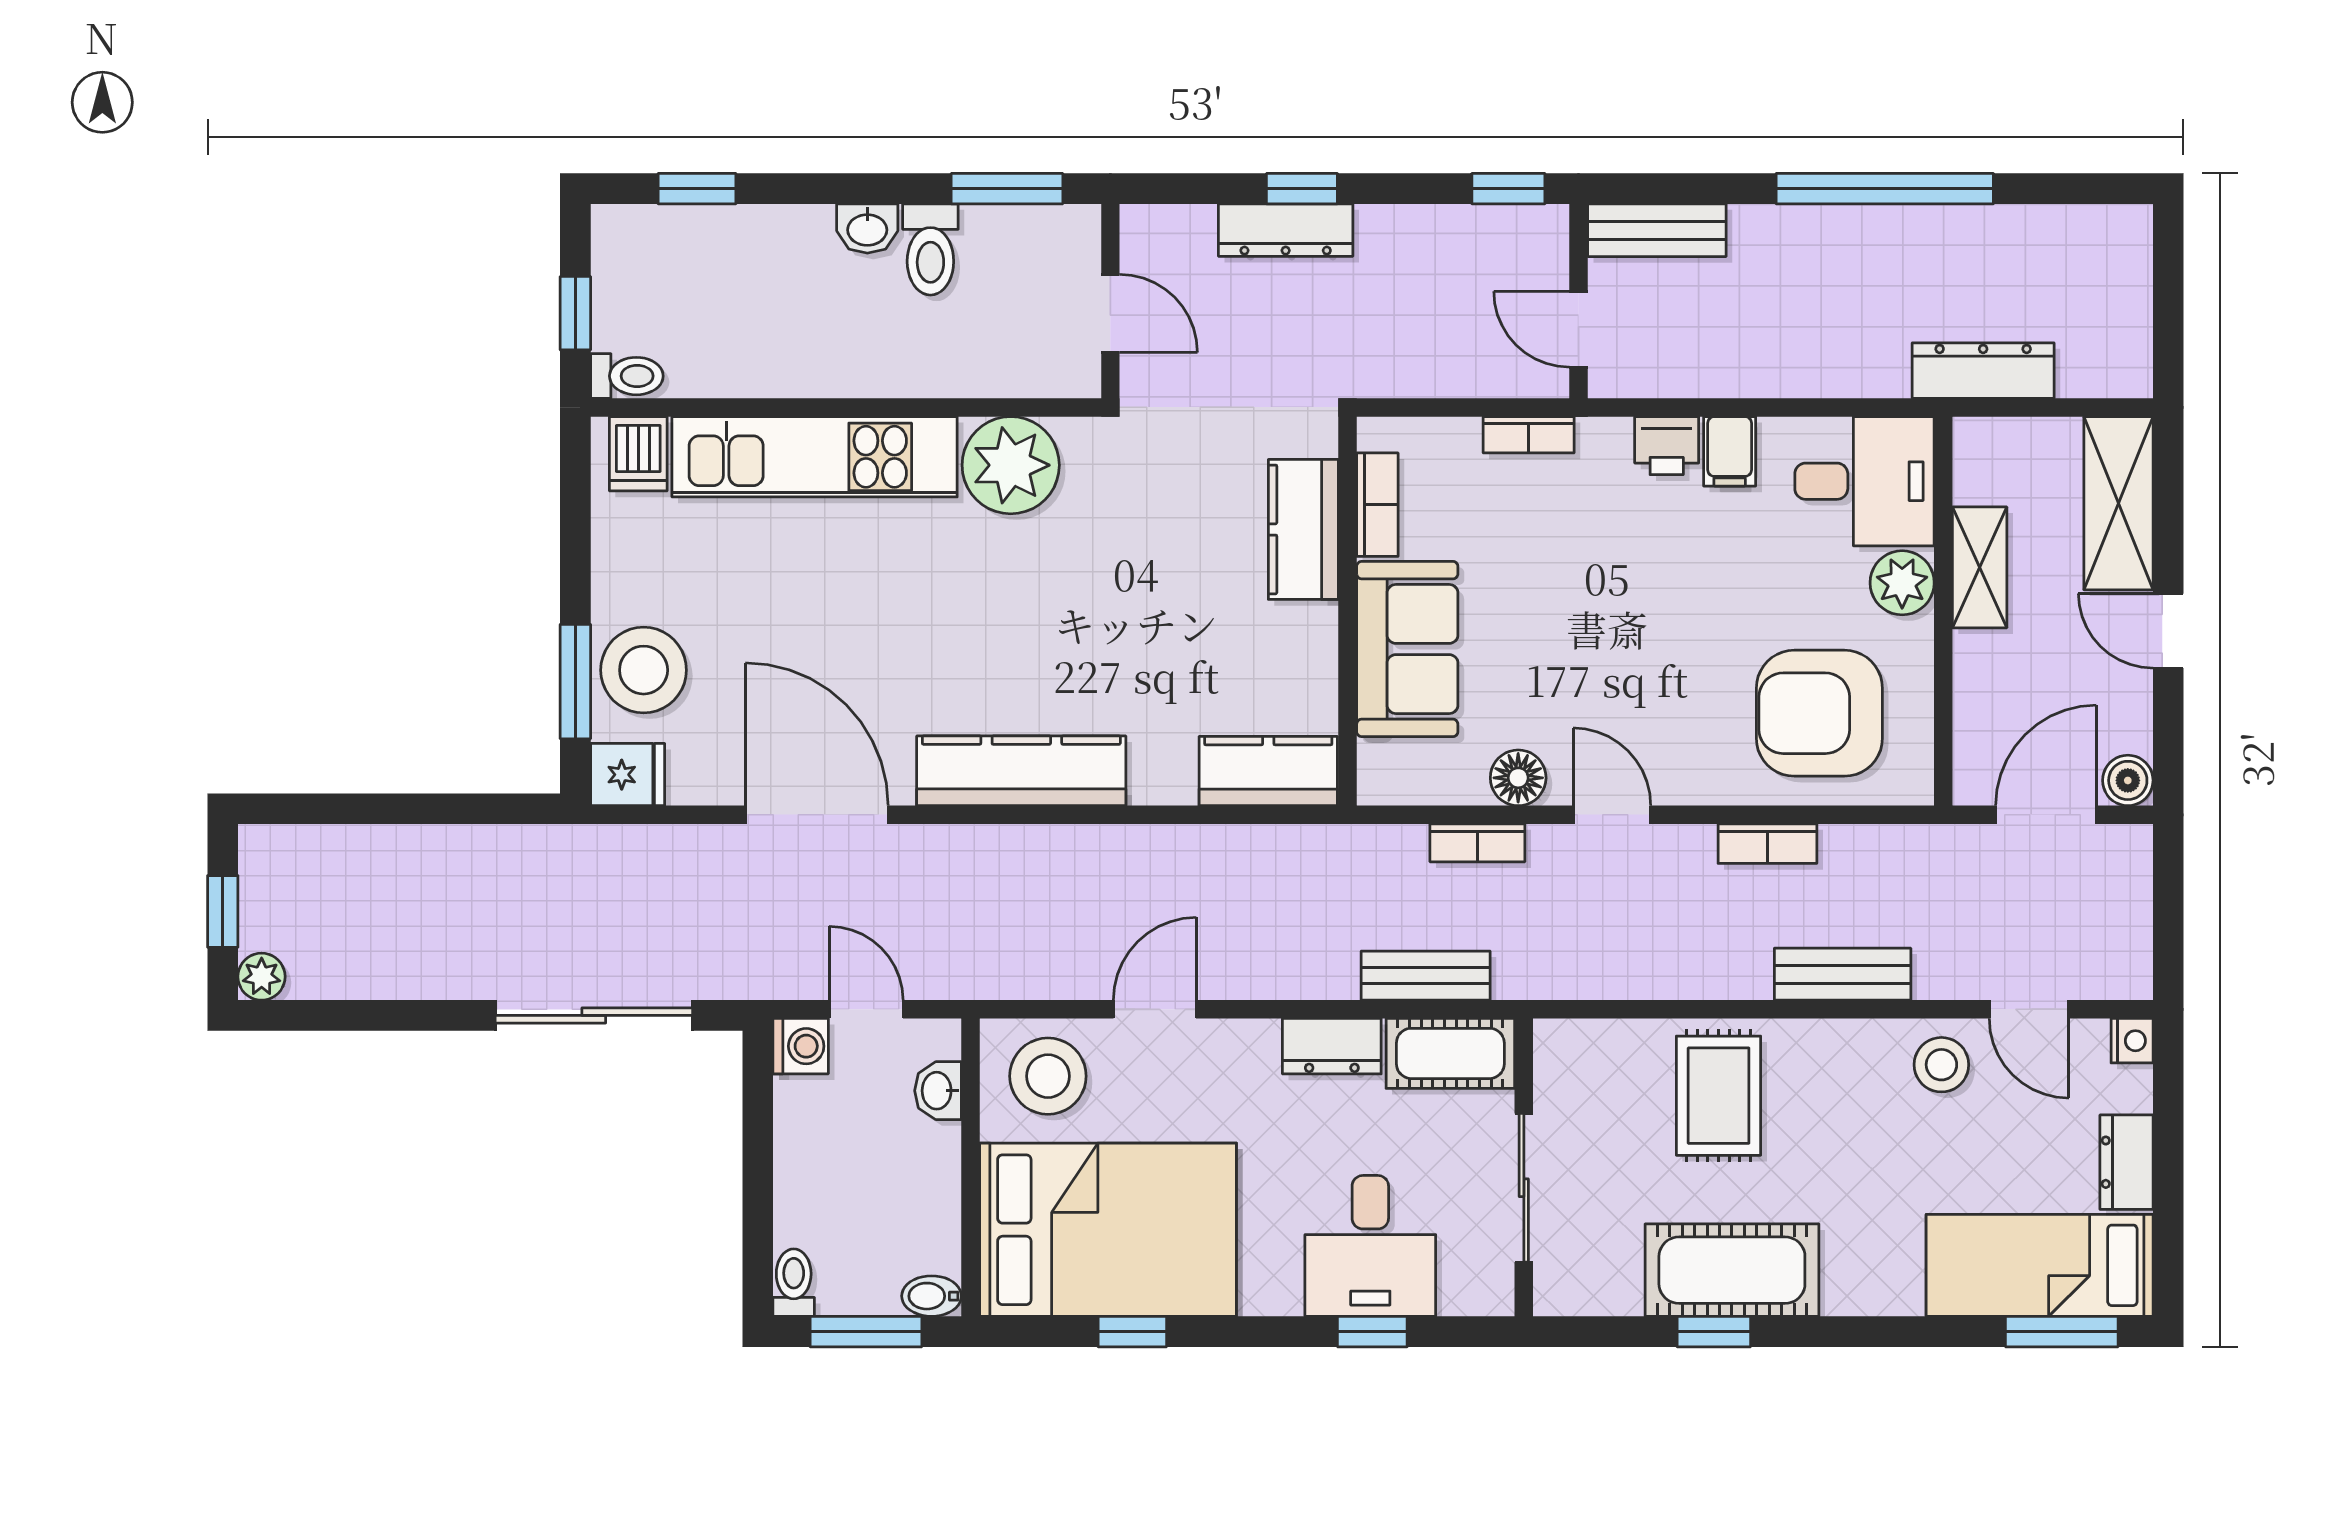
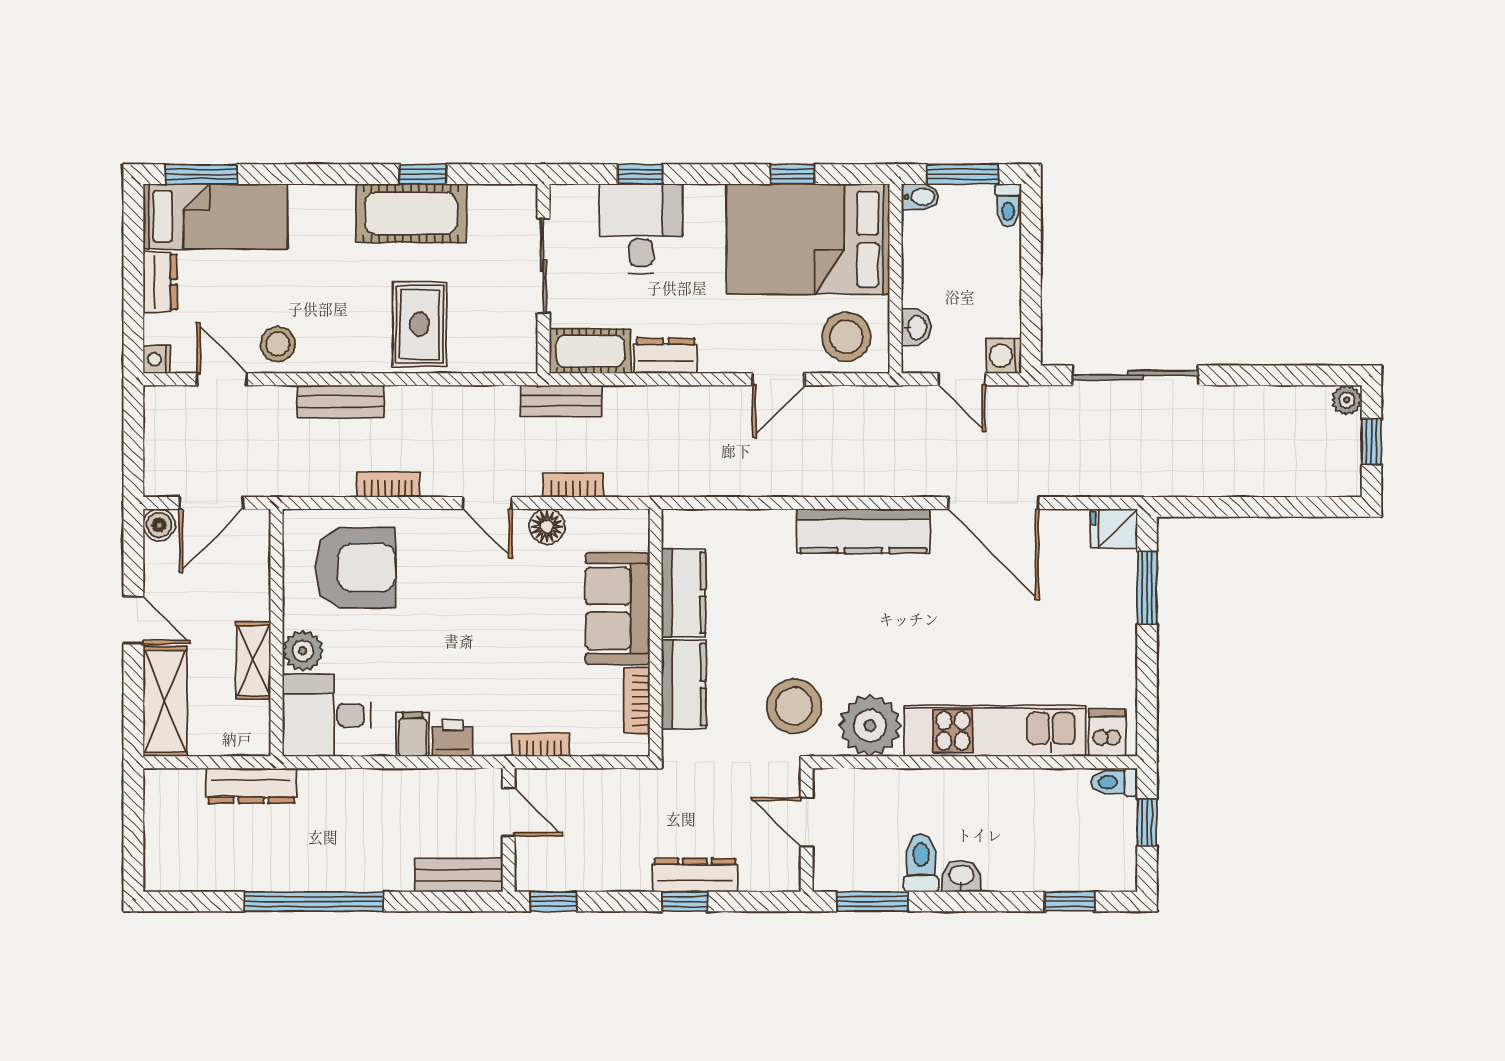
stool: (644, 670) -> (794, 706), moved
kitchen counter: (1268, 771) -> (684, 593), moved, turned -90
bench: (1426, 976) -> (561, 401), moved

